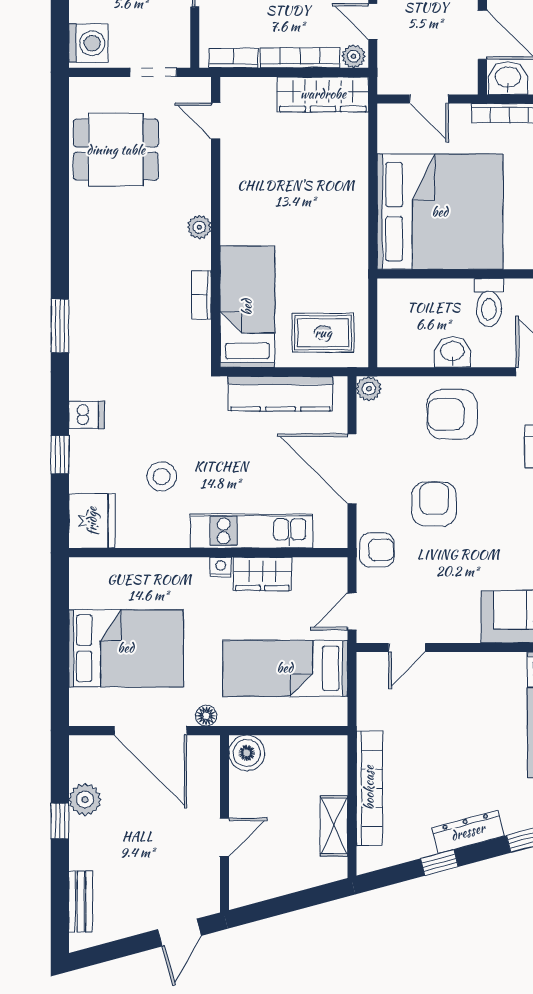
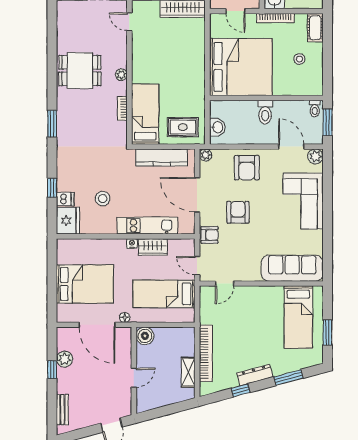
dining table: (116, 150) -> (80, 71), moved
washbasin: (452, 352) -> (217, 127), moved, turned 90
armchair: (452, 414) -> (247, 168), turned -90
dishwasher: (86, 415) -> (65, 199), moved
door: (352, 611) -> (197, 266), hinge flipped

